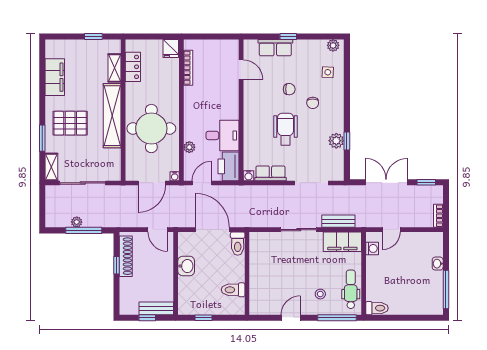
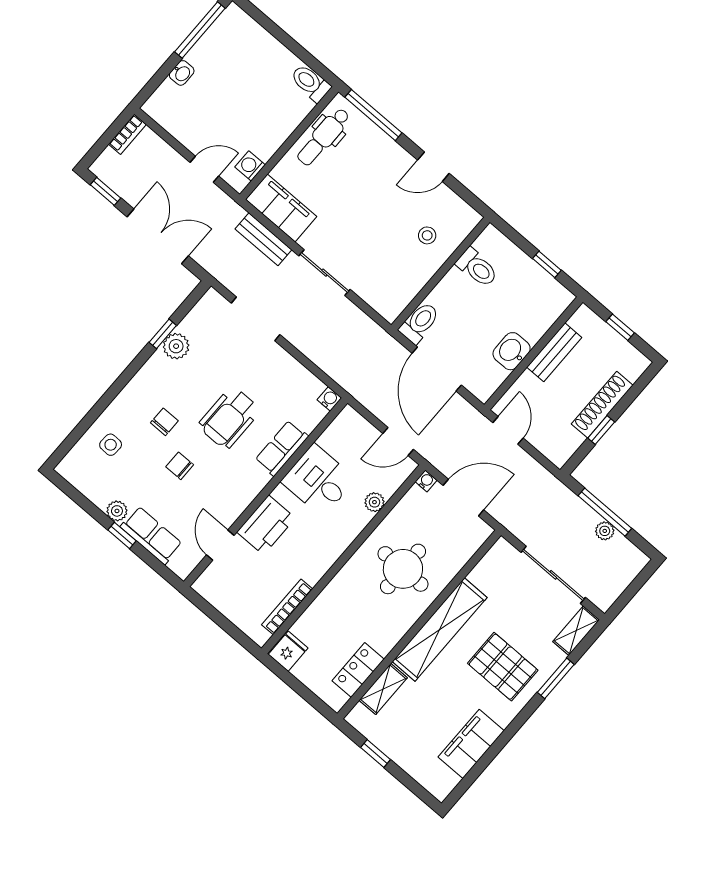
plant: (333, 45) -> (117, 511), moved
round table: (151, 129) -> (403, 569), width x0.73, depth x0.73
printer: (229, 166) -> (266, 525), moved
row of seats: (270, 173) -> (282, 448), moved, turned 90
double door: (386, 182) -> (158, 236), swing flipped
shoe rack: (126, 256) -> (602, 405), moved
stool: (320, 294) -> (427, 235), moved
bench: (156, 308) -> (554, 352), moved, turned 90

